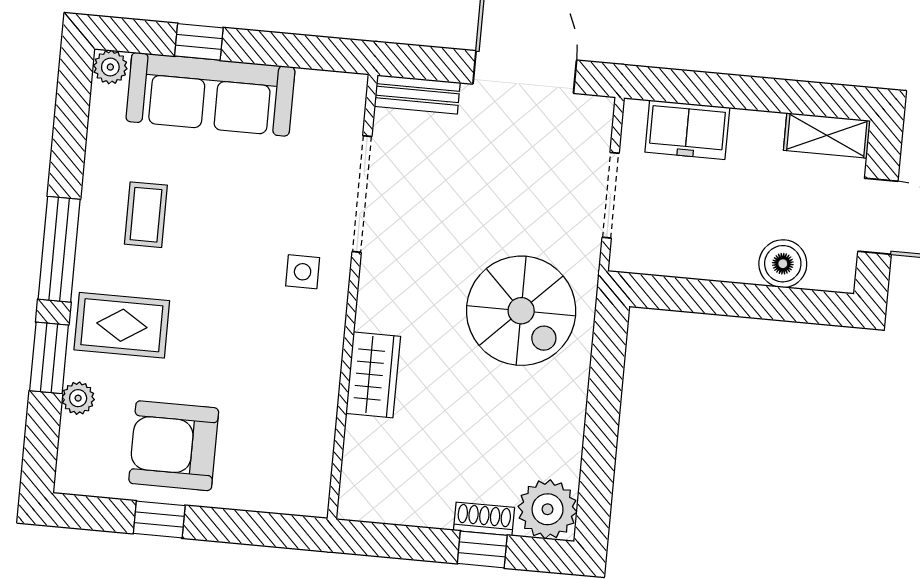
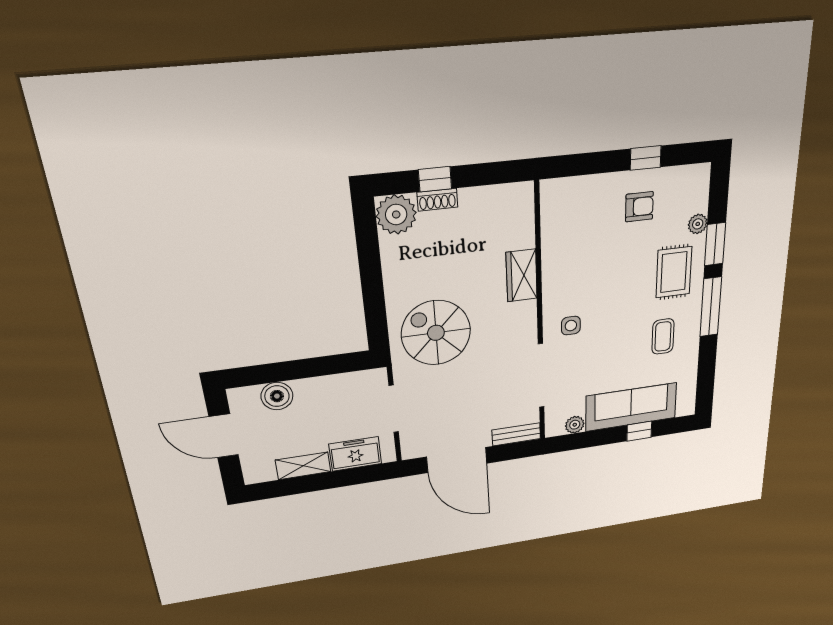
plant: (110, 67) -> (575, 425), moved
shelving: (827, 135) -> (303, 466), moved
rug: (122, 325) -> (674, 272), turned 90
armchair: (174, 446) -> (639, 207), width x0.53, depth x0.53

